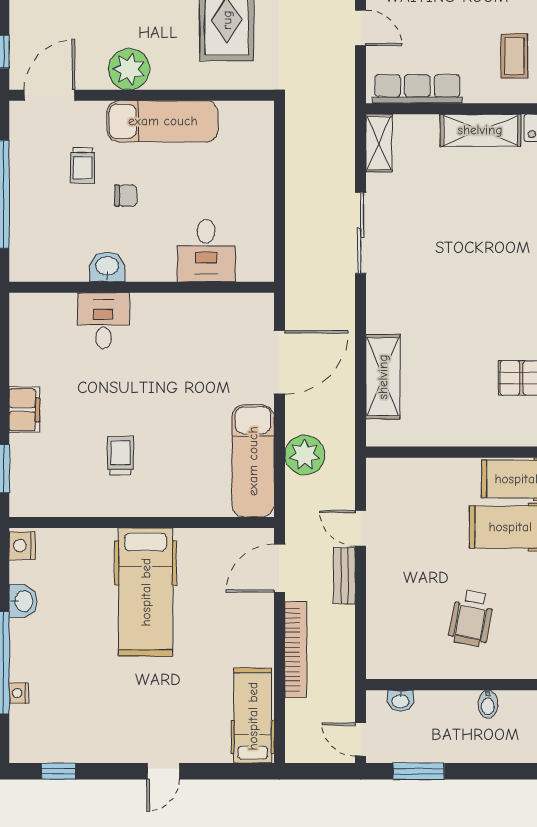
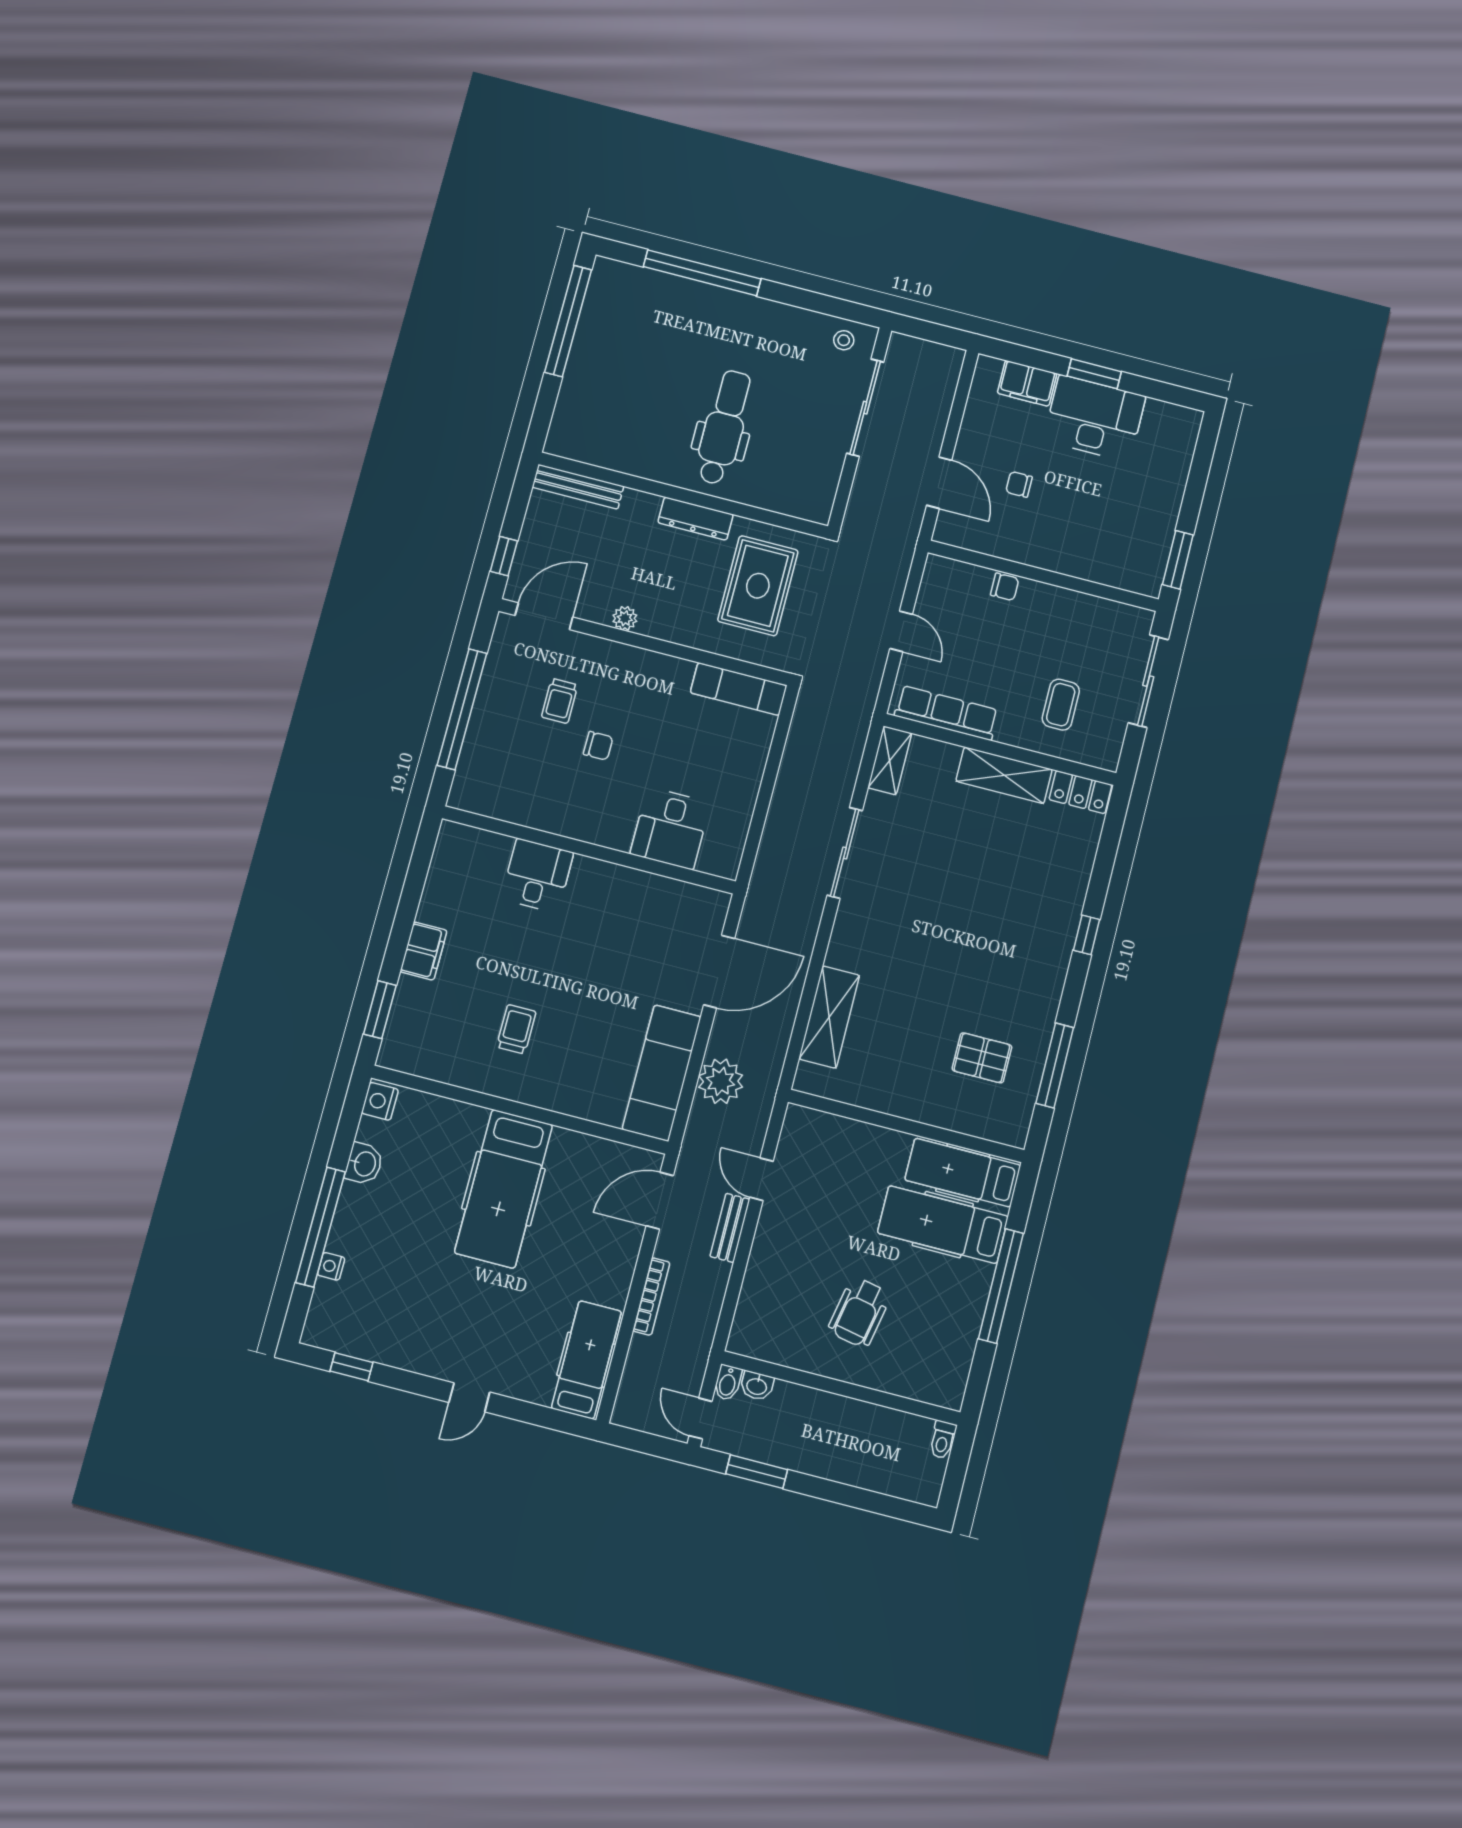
plant: (129, 69) -> (625, 618), width x0.53, depth x0.53
exam couch: (163, 121) -> (739, 689), moved, width x0.73, depth x0.69
washbasin: (107, 267) -> (557, 818), removed
bookcase: (296, 650) -> (651, 1296), width x0.68, depth x0.76
bidet: (488, 704) -> (728, 1383), moved

